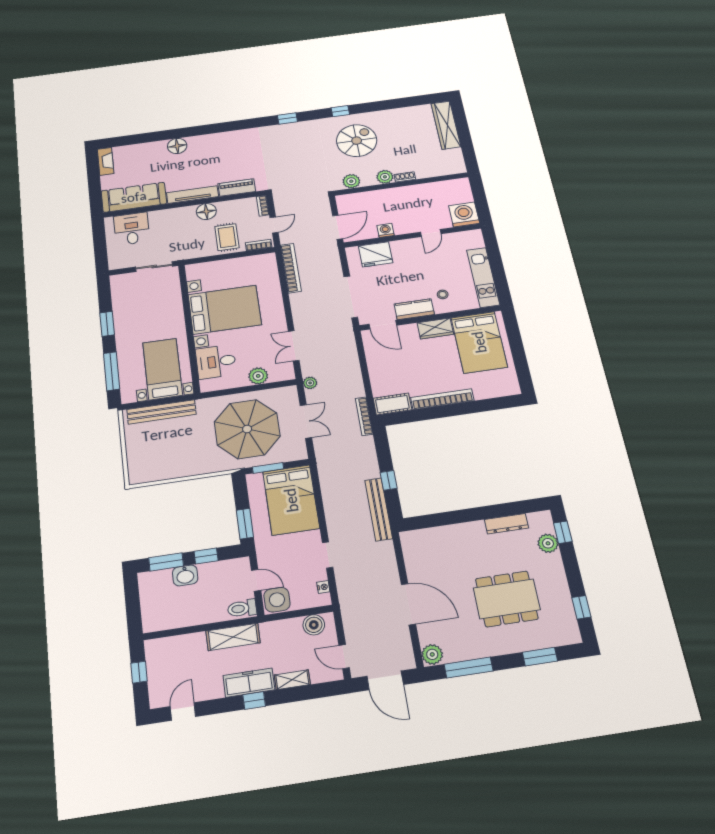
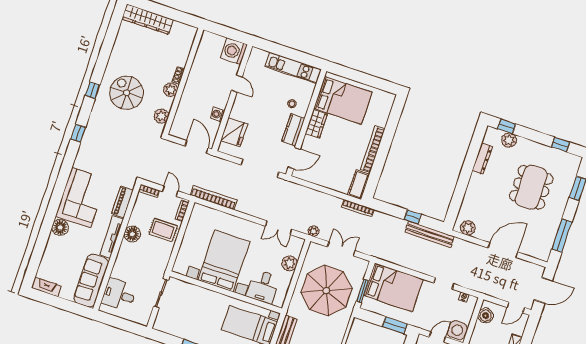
corner sofa: (220, 150) -> (81, 198), added
plant: (432, 654) -> (468, 228), moved

